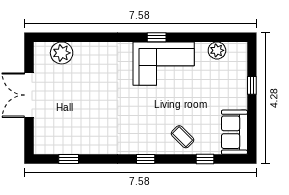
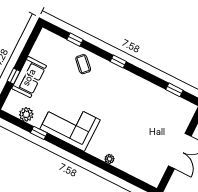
window: (157, 37) -> (39, 133), moved
plant: (62, 53) -> (109, 159), moved, width x0.53, depth x0.53
sofa: (234, 132) -> (29, 77), moved

